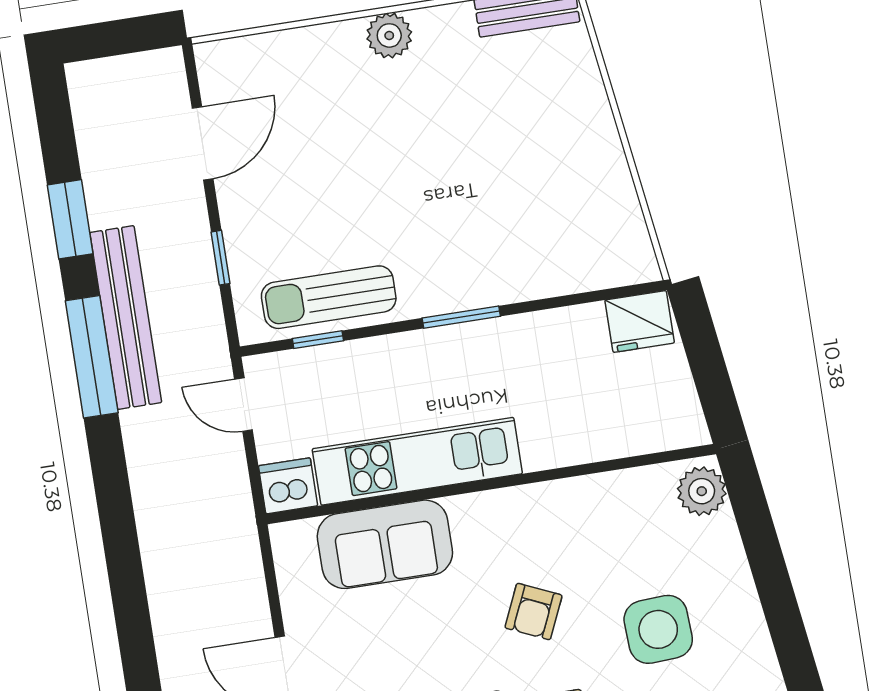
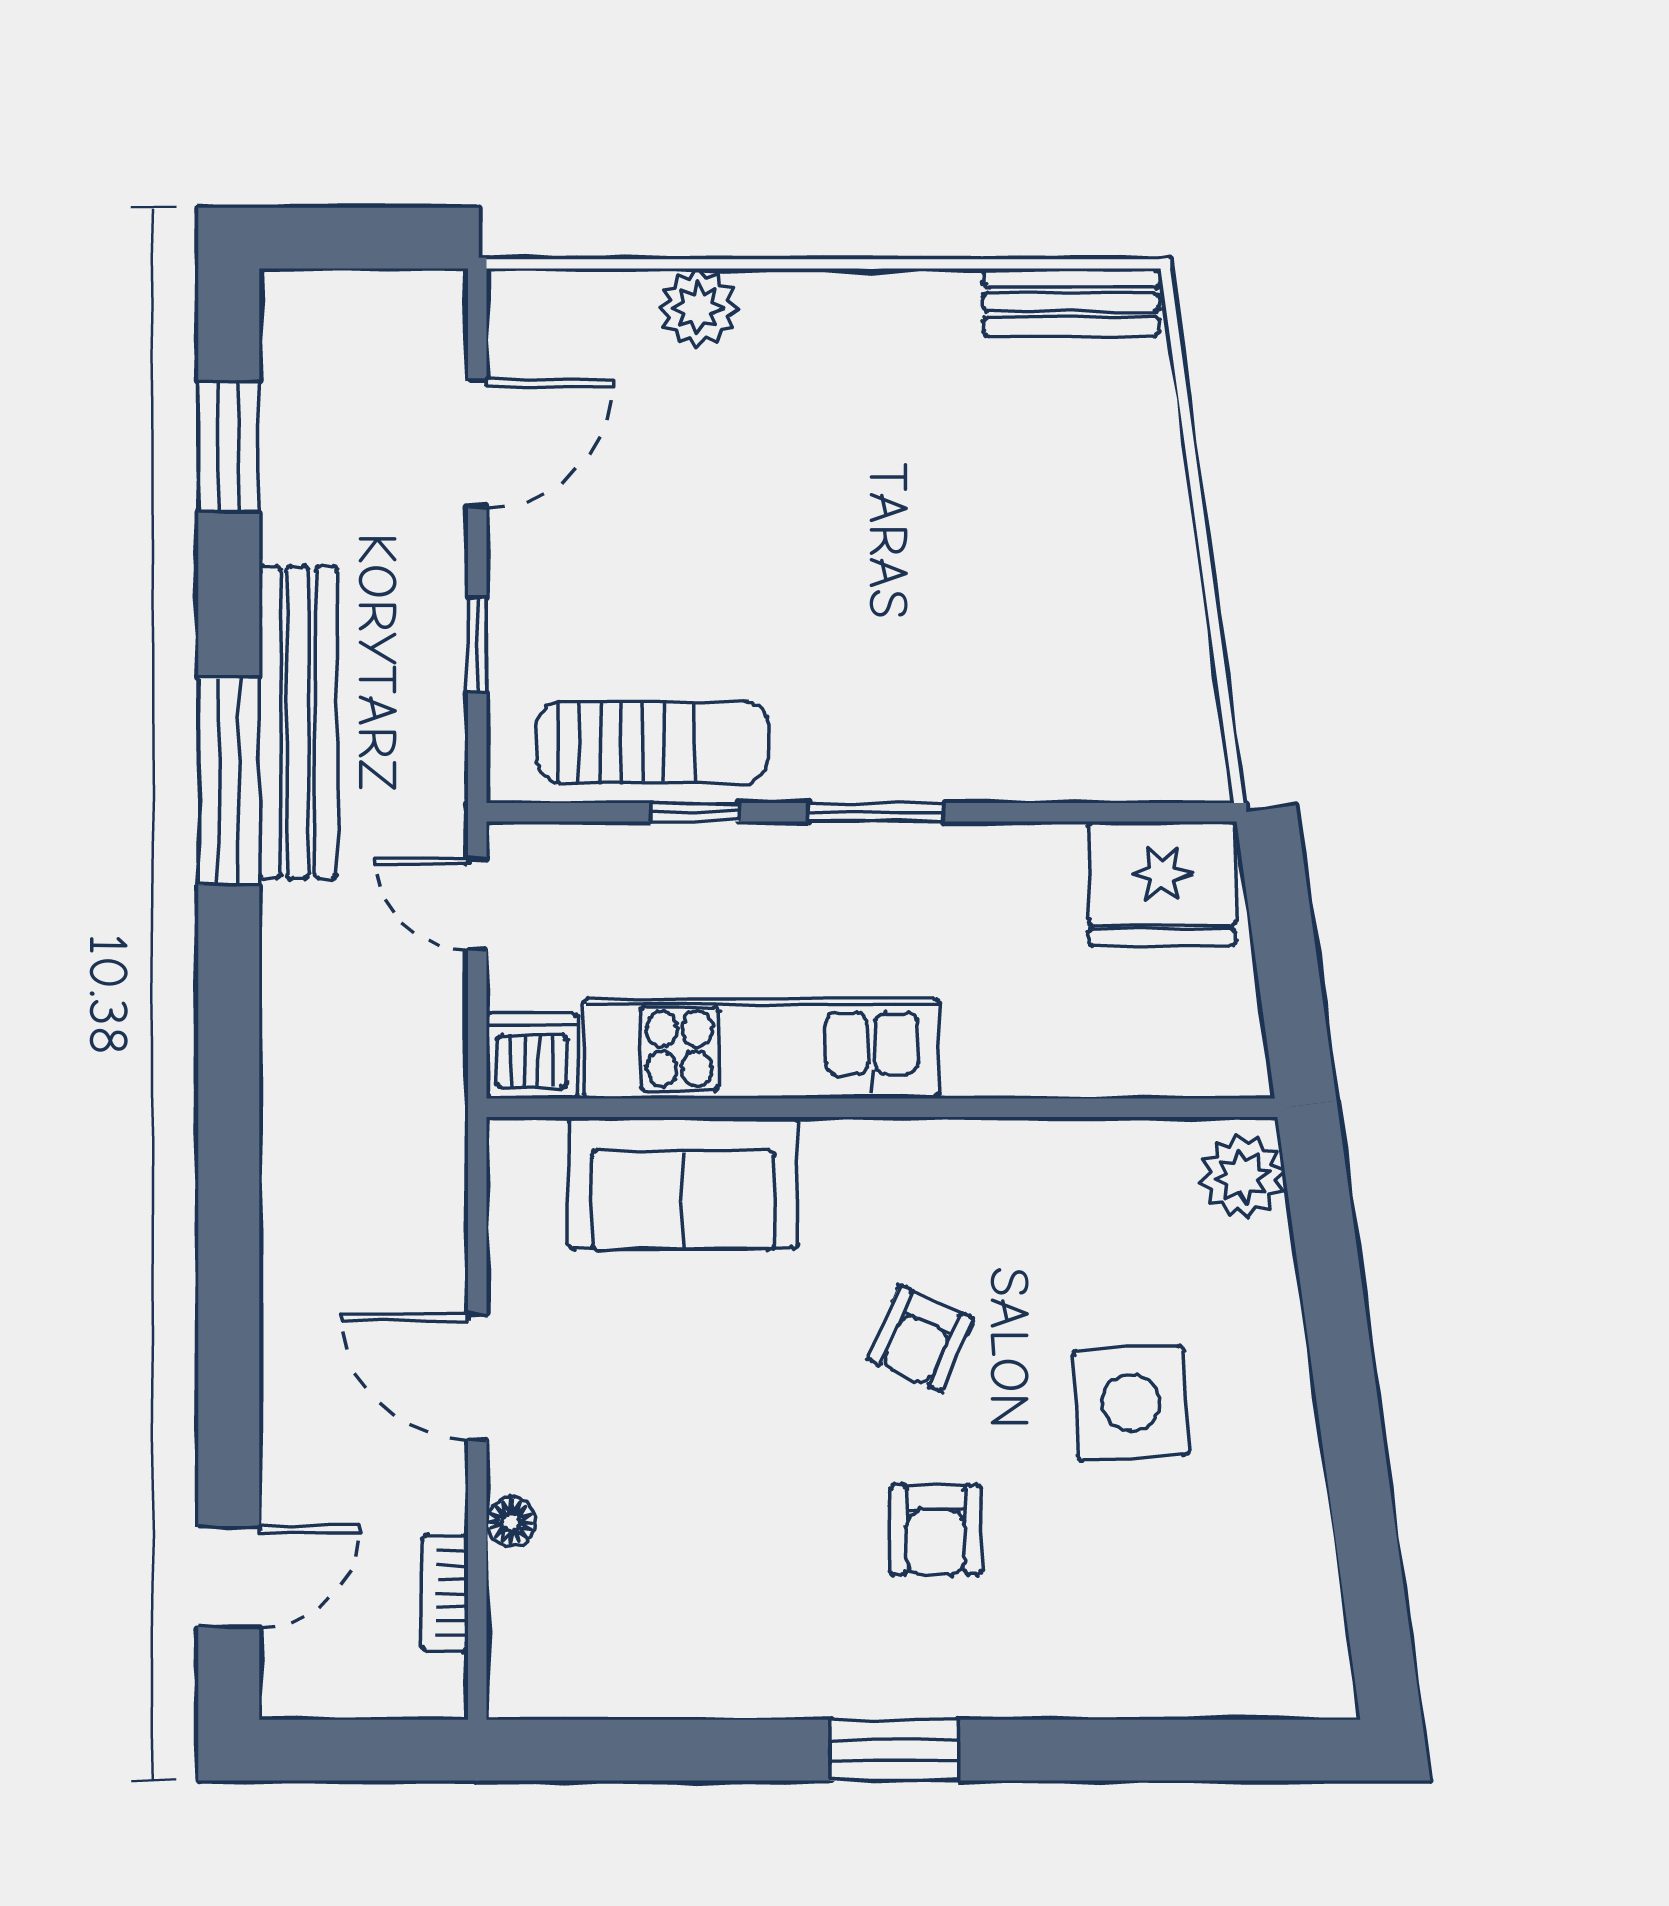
plant: (389, 35) -> (698, 308), moved
window: (70, 219) -> (229, 447), moved
sun lounger: (329, 297) -> (653, 742), turned 180
fridge: (640, 321) -> (1162, 884), width x1.36, depth x1.34
window: (318, 340) -> (695, 812), moved

